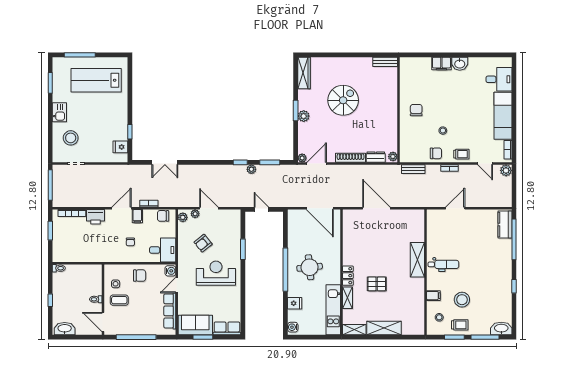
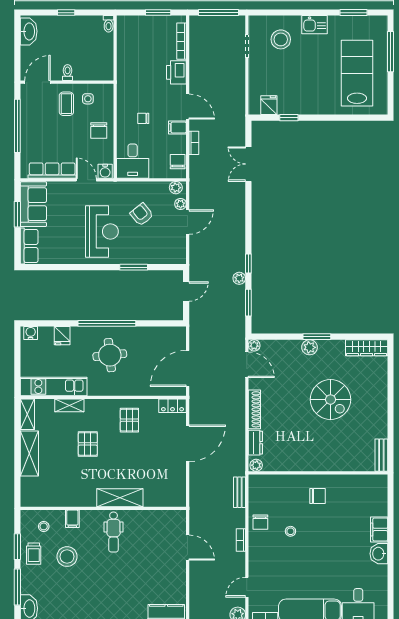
trolley: (461, 154) -> (259, 556), removed
pallet: (359, 252) -> (129, 420), added
locker: (348, 276) -> (173, 406), moved

